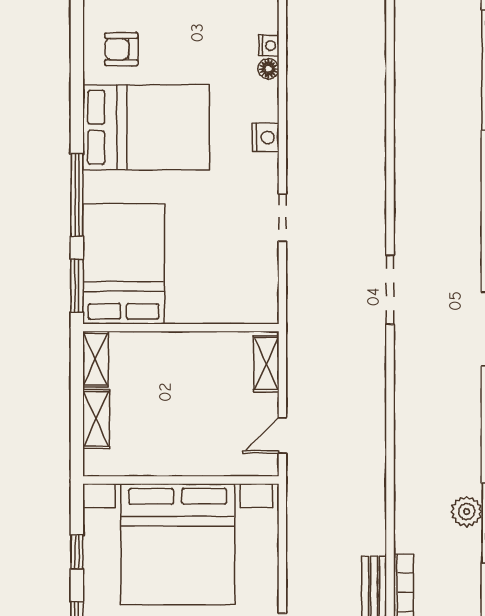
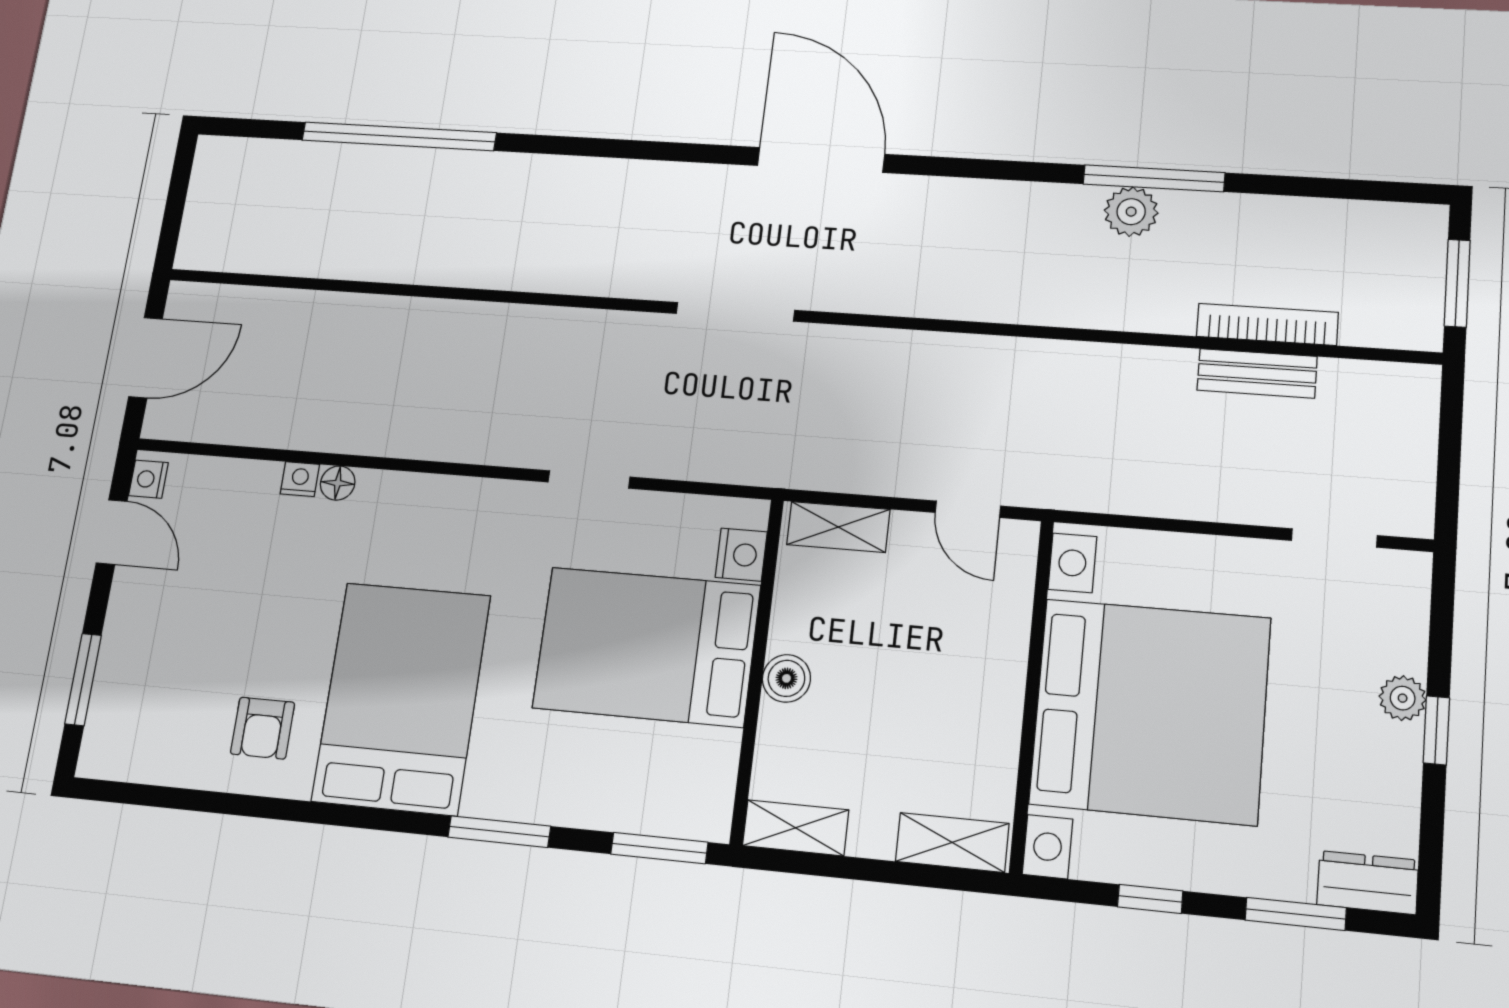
nightstand: (266, 137) -> (741, 555), moved, turned 90
window: (77, 195) -> (499, 832), width x0.69
bed: (123, 264) -> (647, 647), moved
boiler: (177, 345) -> (786, 678), added
shelving: (96, 419) -> (952, 842), moved

